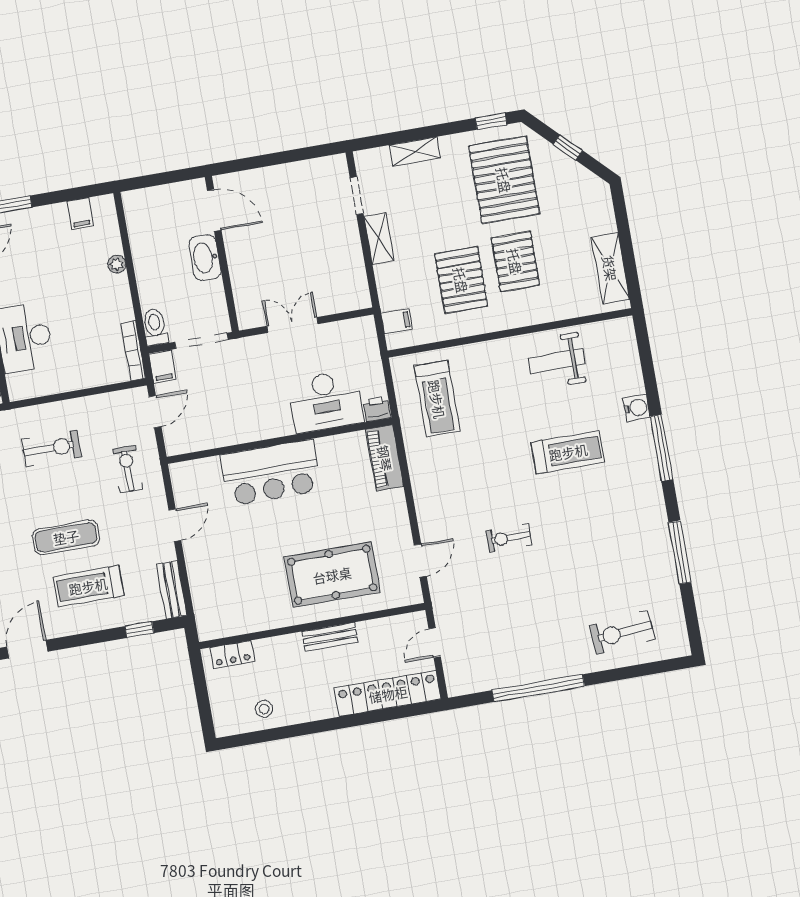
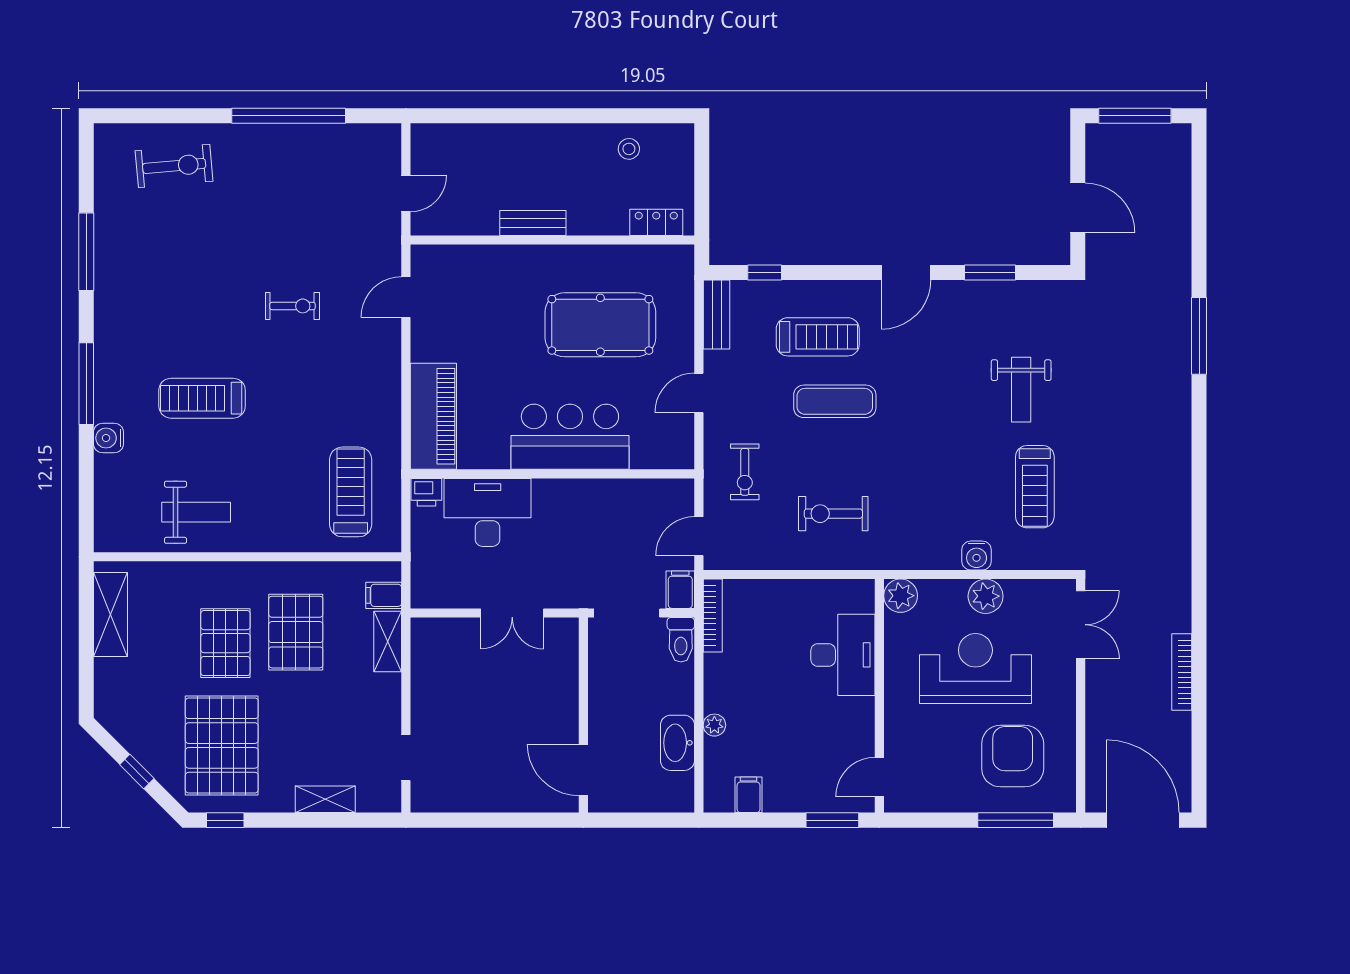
shelving: (379, 238) -> (388, 641), moved
washbasin: (205, 258) -> (677, 743), moved, turned 180
piano: (385, 458) -> (433, 416), width x1.37, depth x1.33
pool table: (332, 575) -> (600, 325), moved
locker: (388, 694) -> (474, 141), removed

